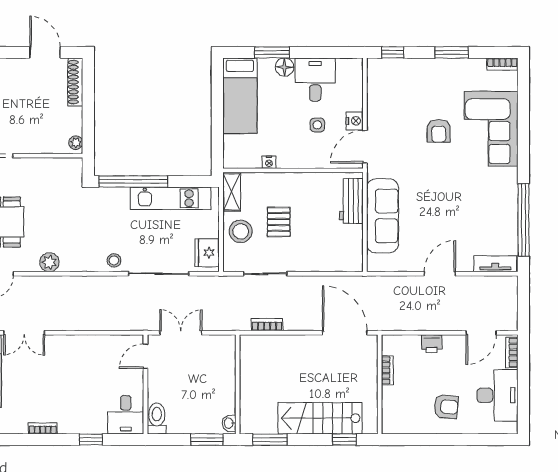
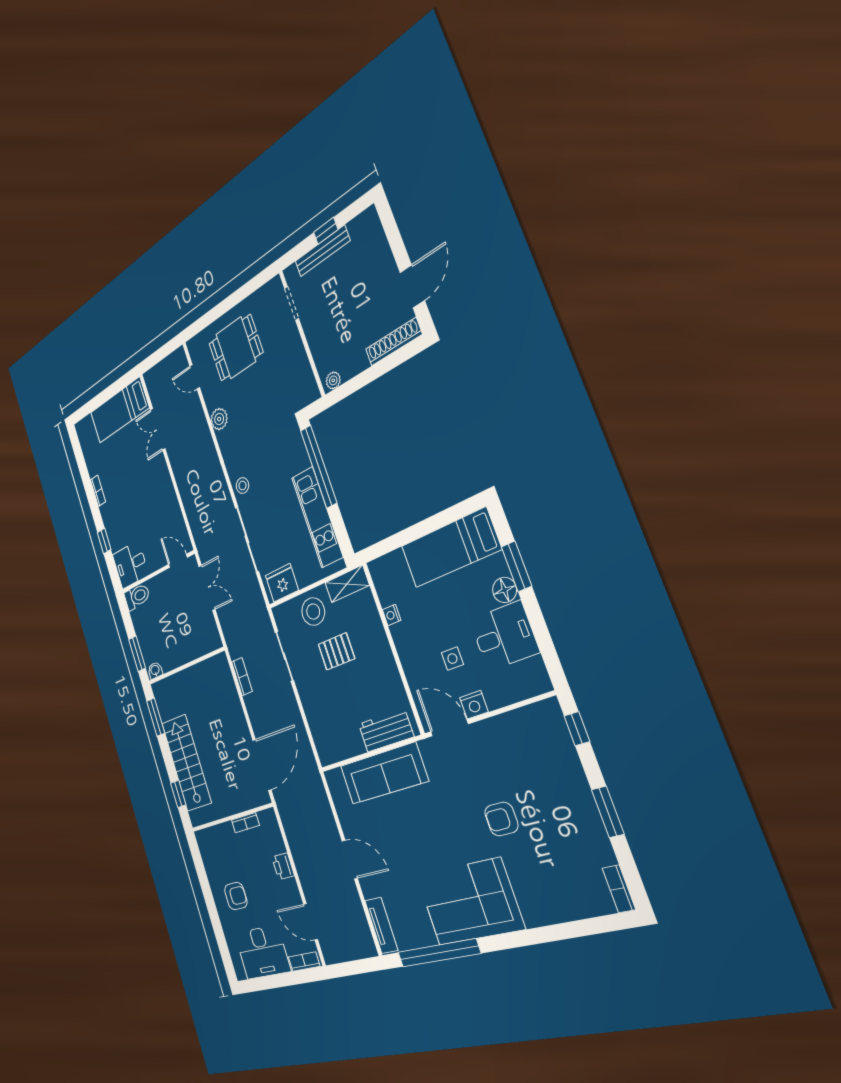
corner sofa: (491, 129) -> (470, 902), moved
armchair: (446, 407) -> (236, 896), turned -96

